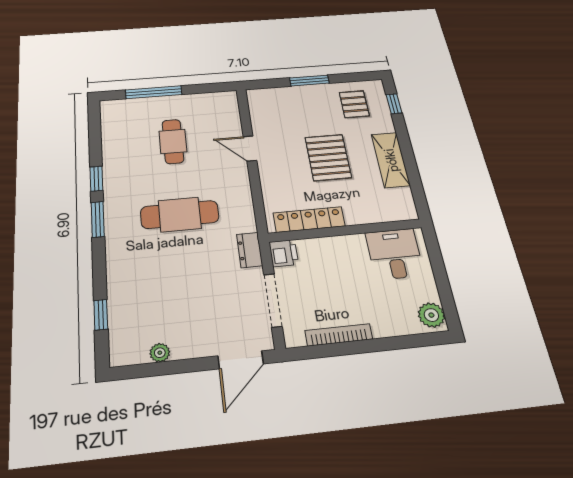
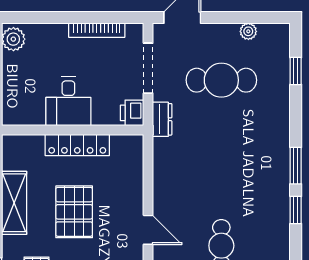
cafe table: (180, 214) -> (221, 80), moved
locker: (309, 219) -> (77, 145), moved
desk: (395, 254) -> (68, 101), moved

